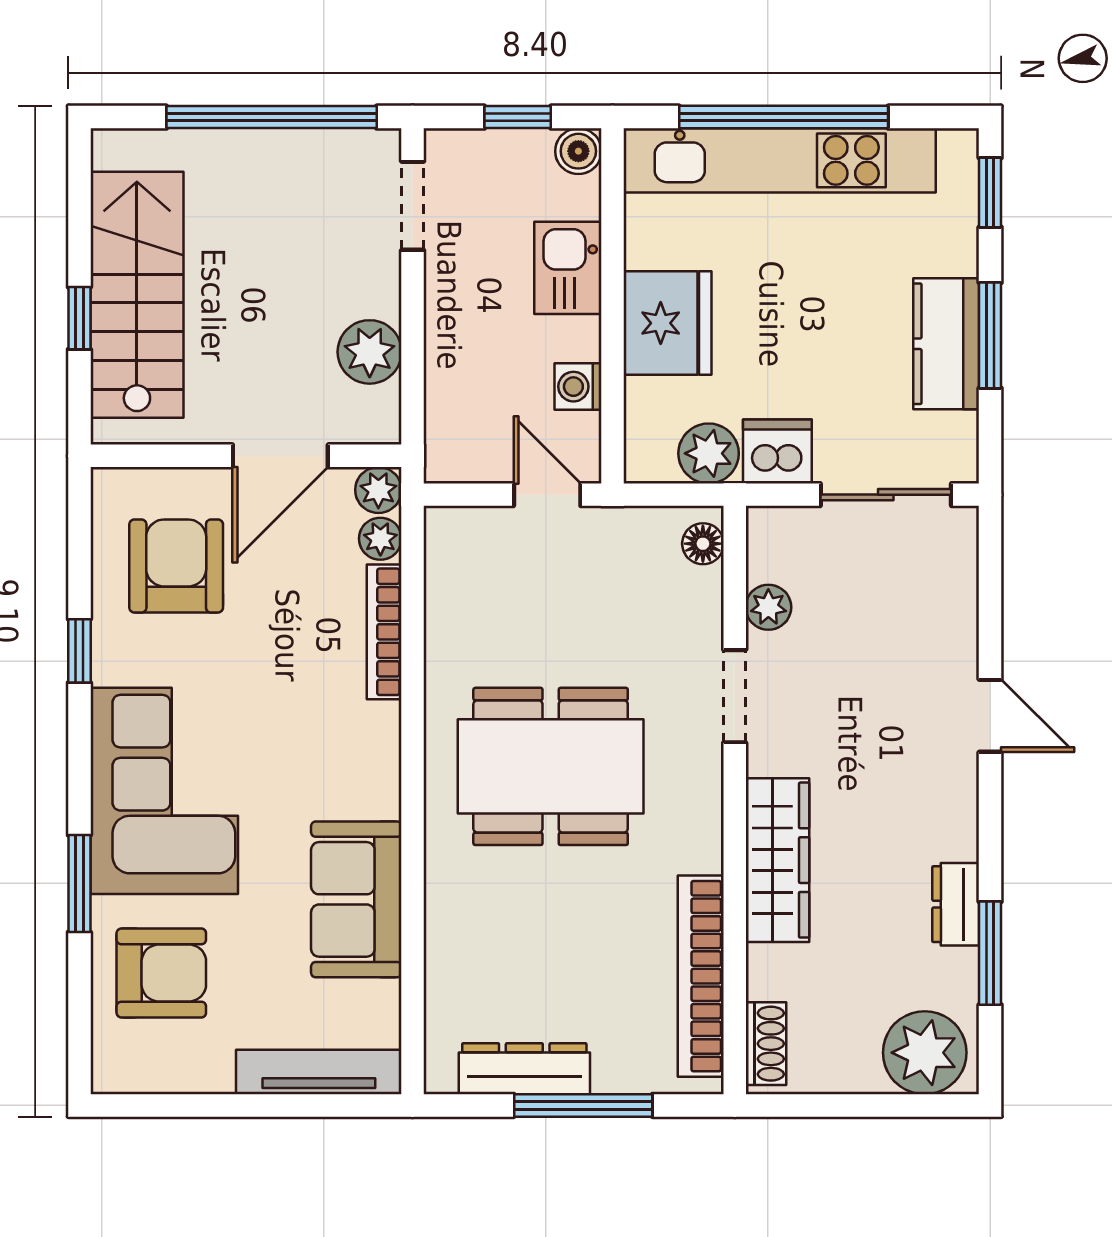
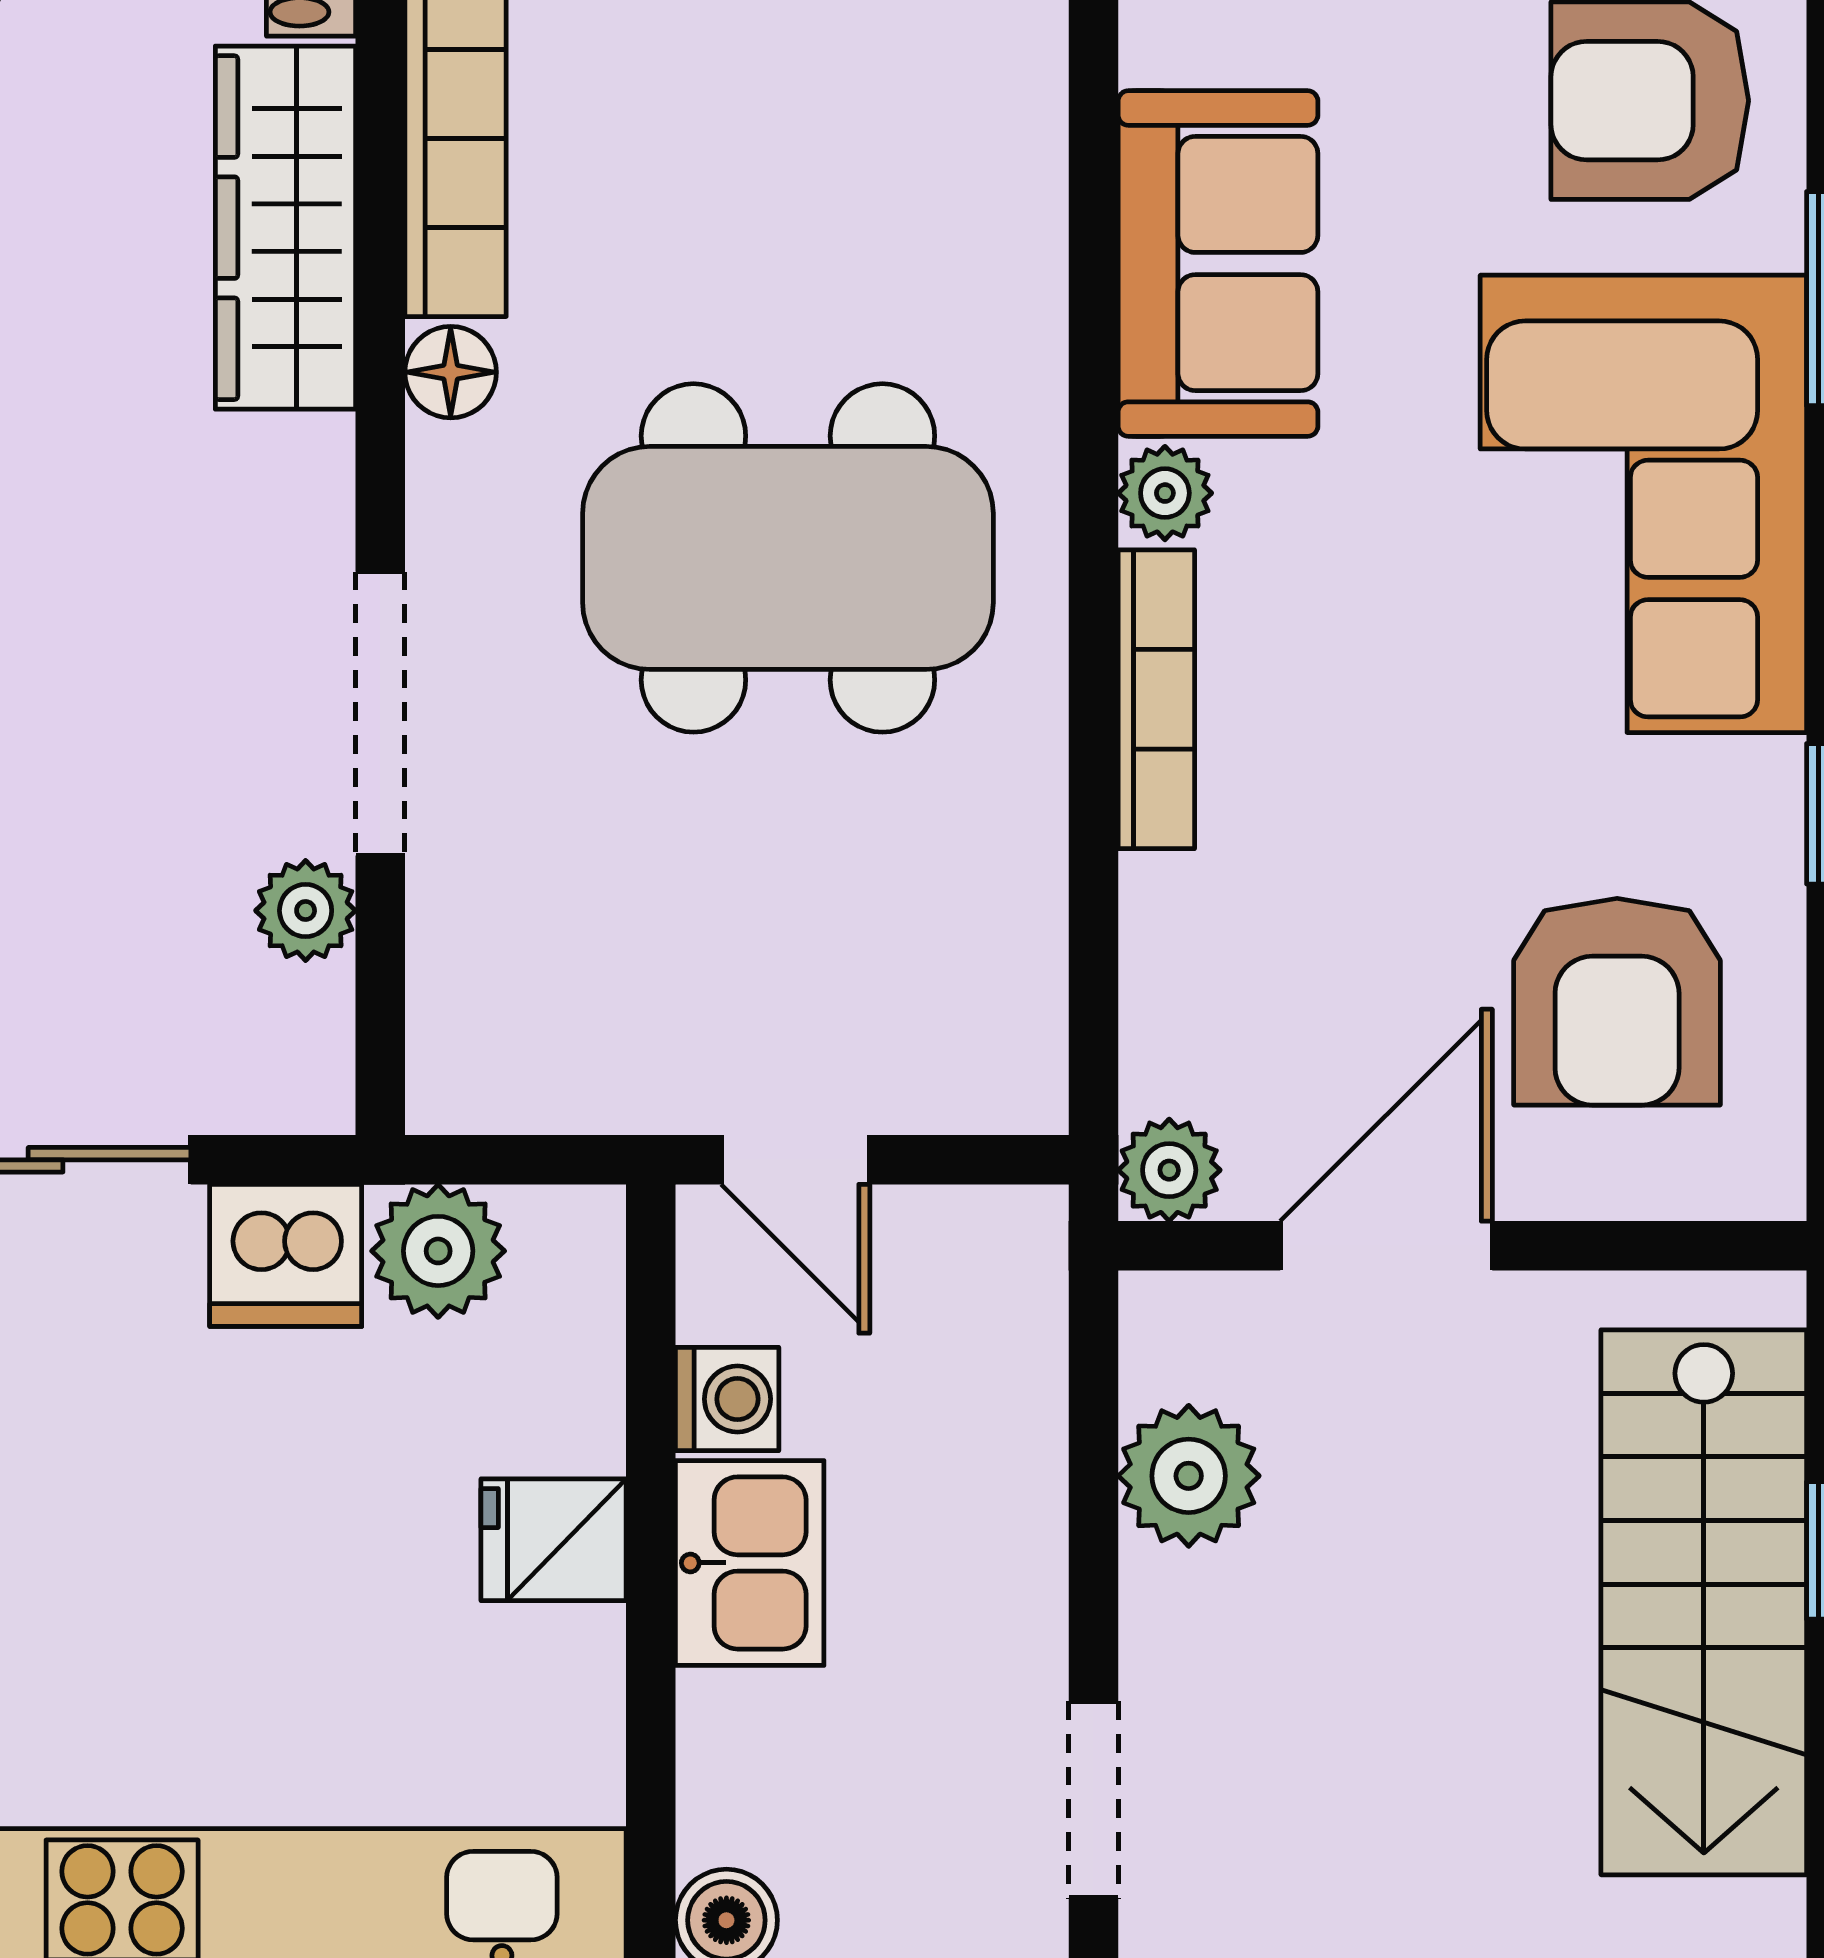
kitchen sink: (568, 268) -> (750, 1563), moved
fridge: (668, 323) -> (554, 1540), width x0.53, depth x0.75
plant: (380, 539) -> (1165, 493), moved
floor lamp: (703, 544) -> (451, 372), moved
bookcase: (384, 632) -> (1156, 699), moved
doorway: (735, 696) -> (380, 714), width x1.38
wardrobe: (777, 860) -> (286, 228), moved

